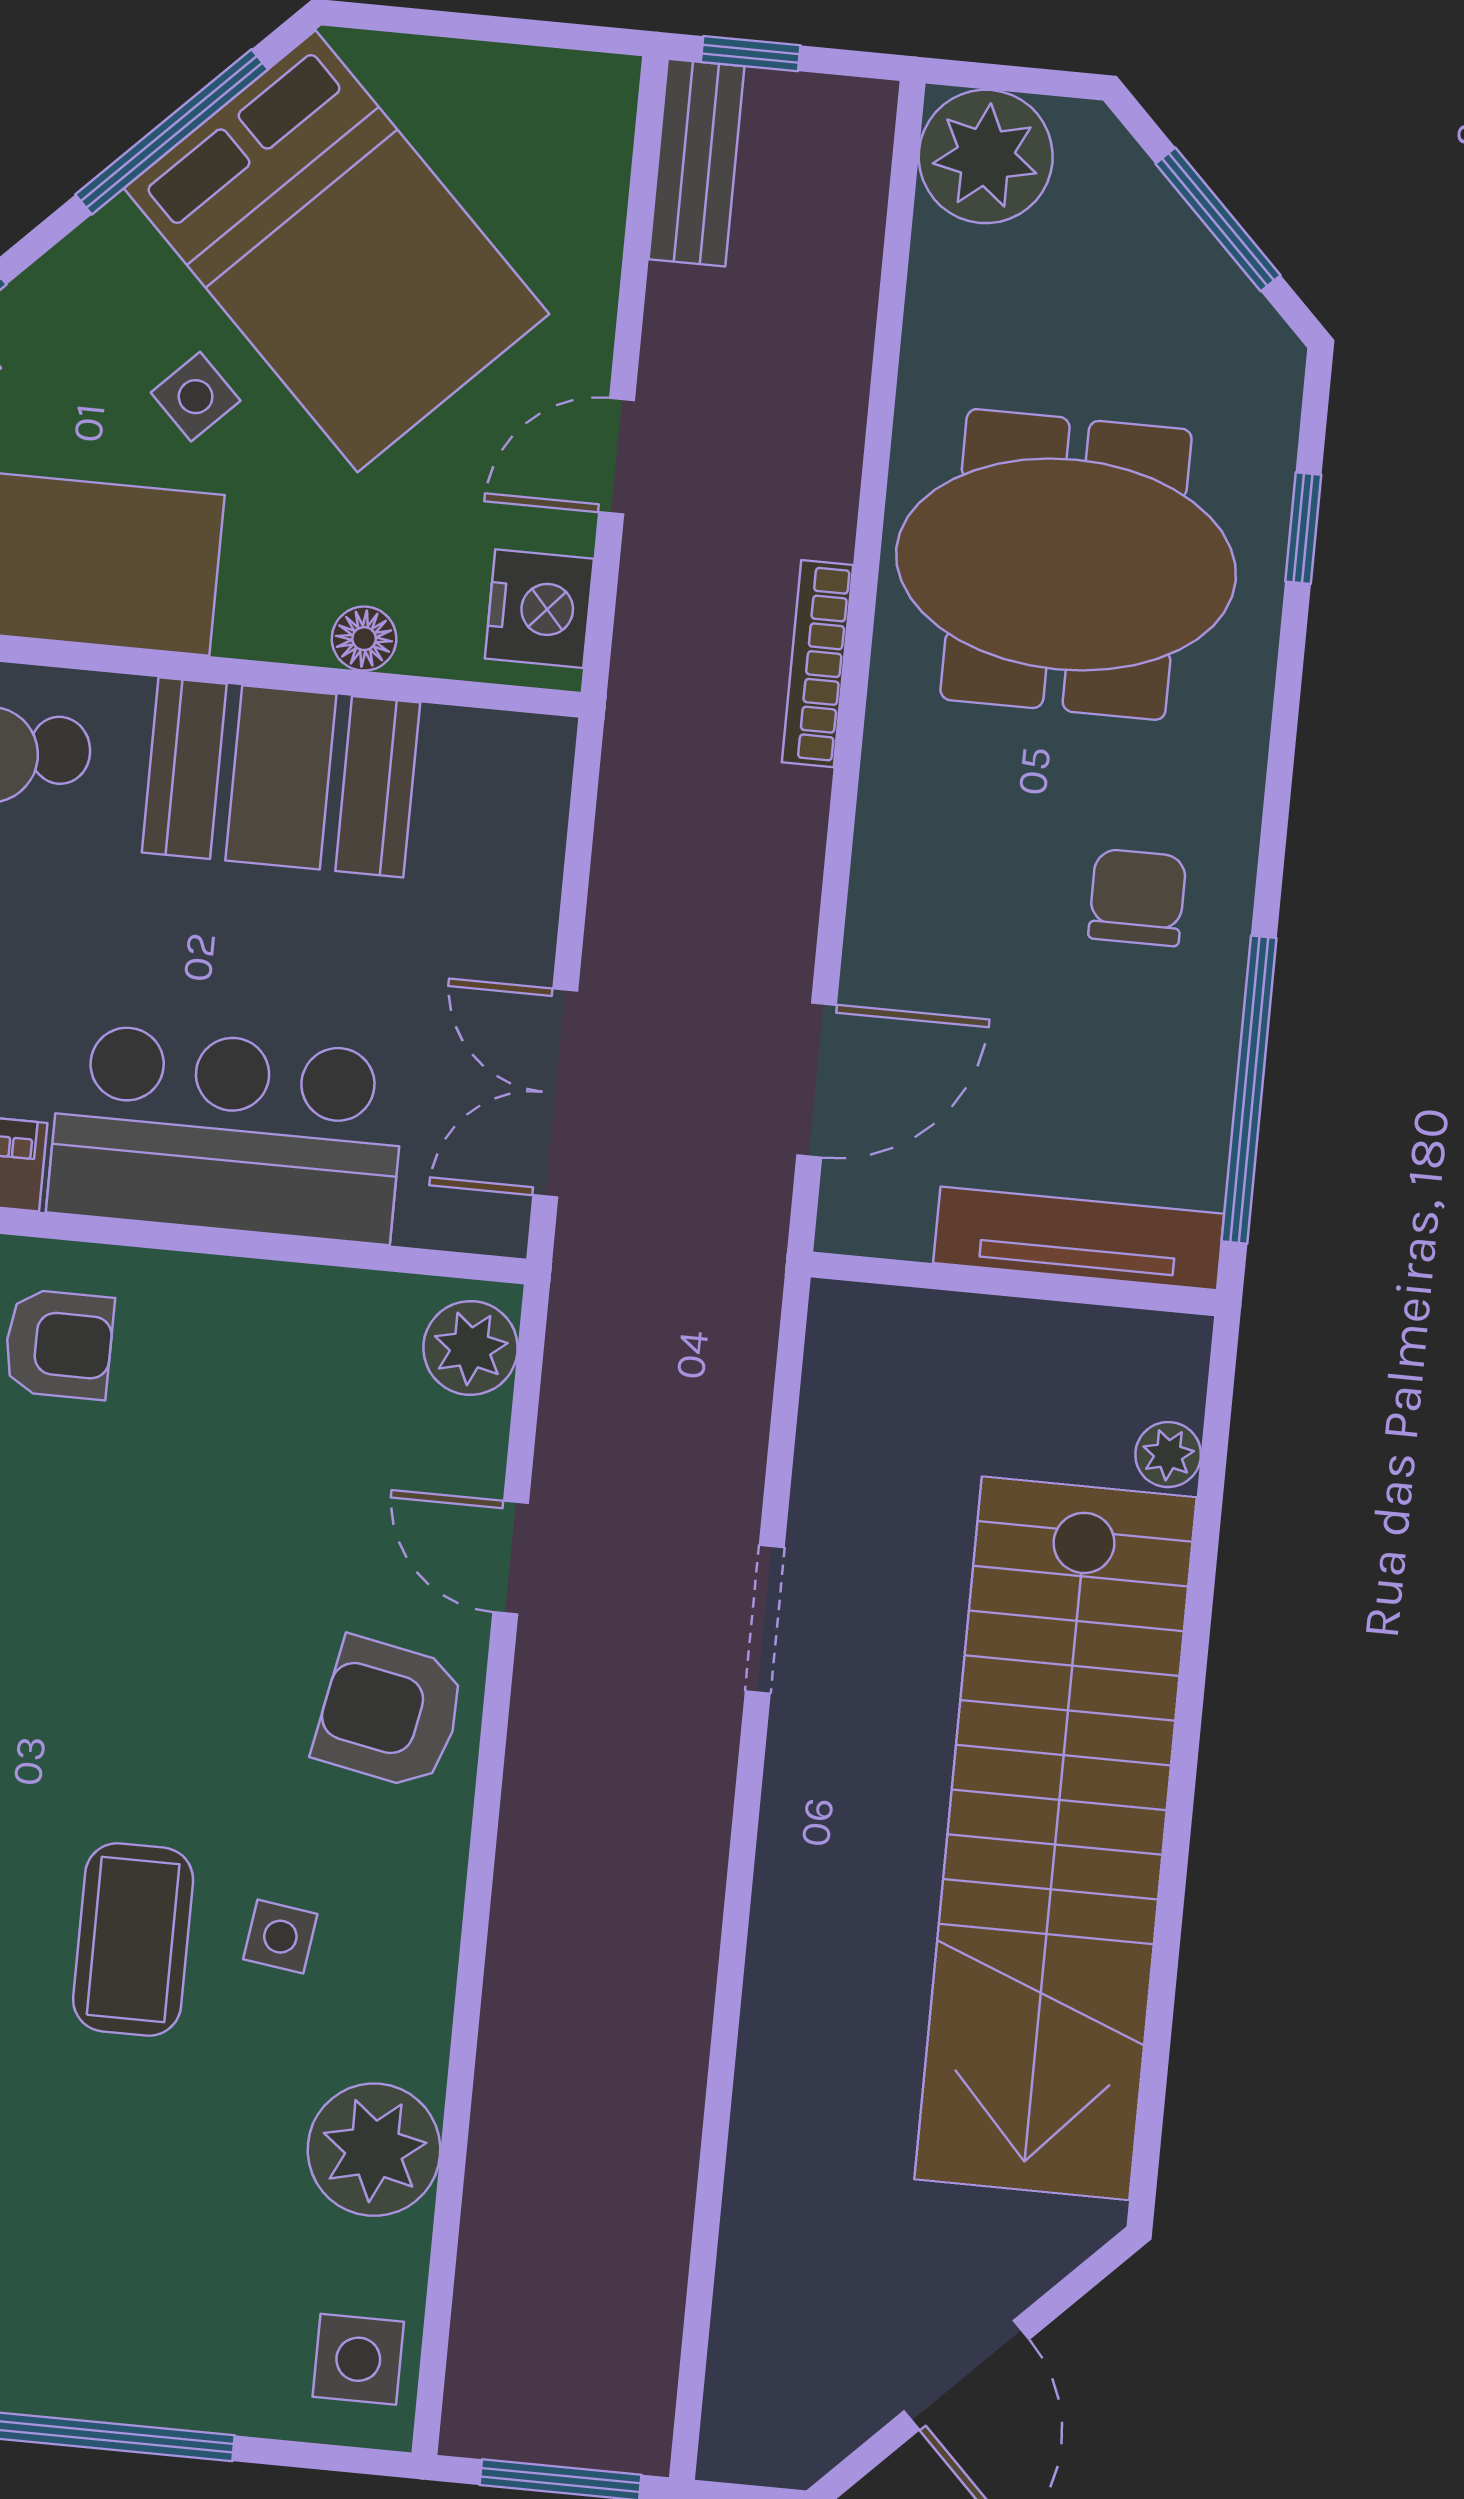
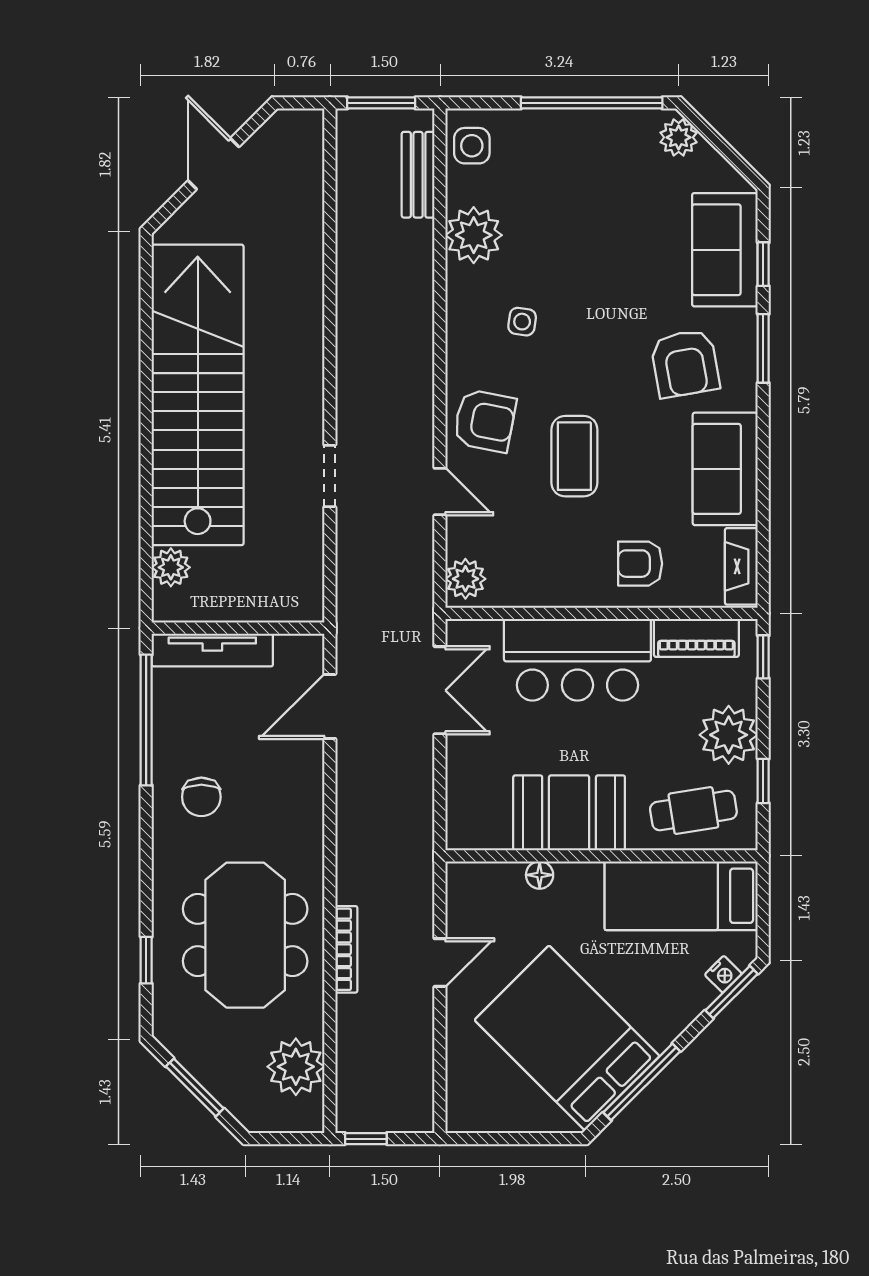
window: (751, 54) -> (366, 1139), moved
plant: (986, 156) -> (296, 1067), moved
bench: (697, 163) -> (418, 175), moved
side table: (196, 397) -> (621, 971), removed
meeting table: (1066, 564) -> (245, 935), turned 90
nightstand: (539, 609) -> (467, 895), removed
bookcase: (818, 664) -> (346, 949), moved
plant: (1168, 1455) -> (171, 567), width x1.38, depth x1.38
coffee table: (133, 1940) -> (574, 456), moved

